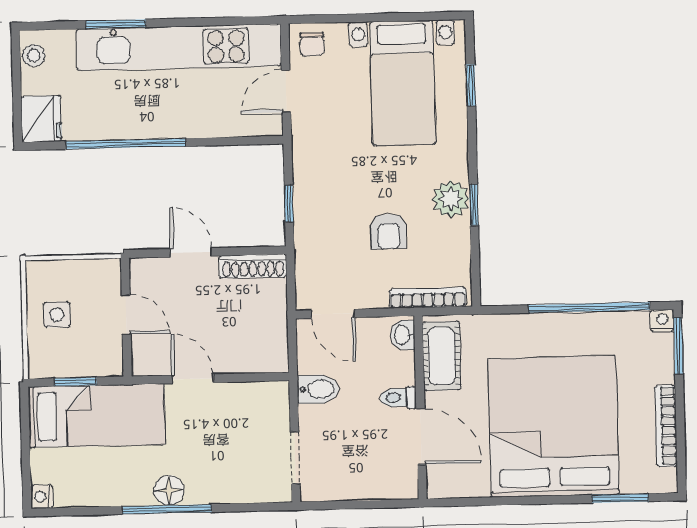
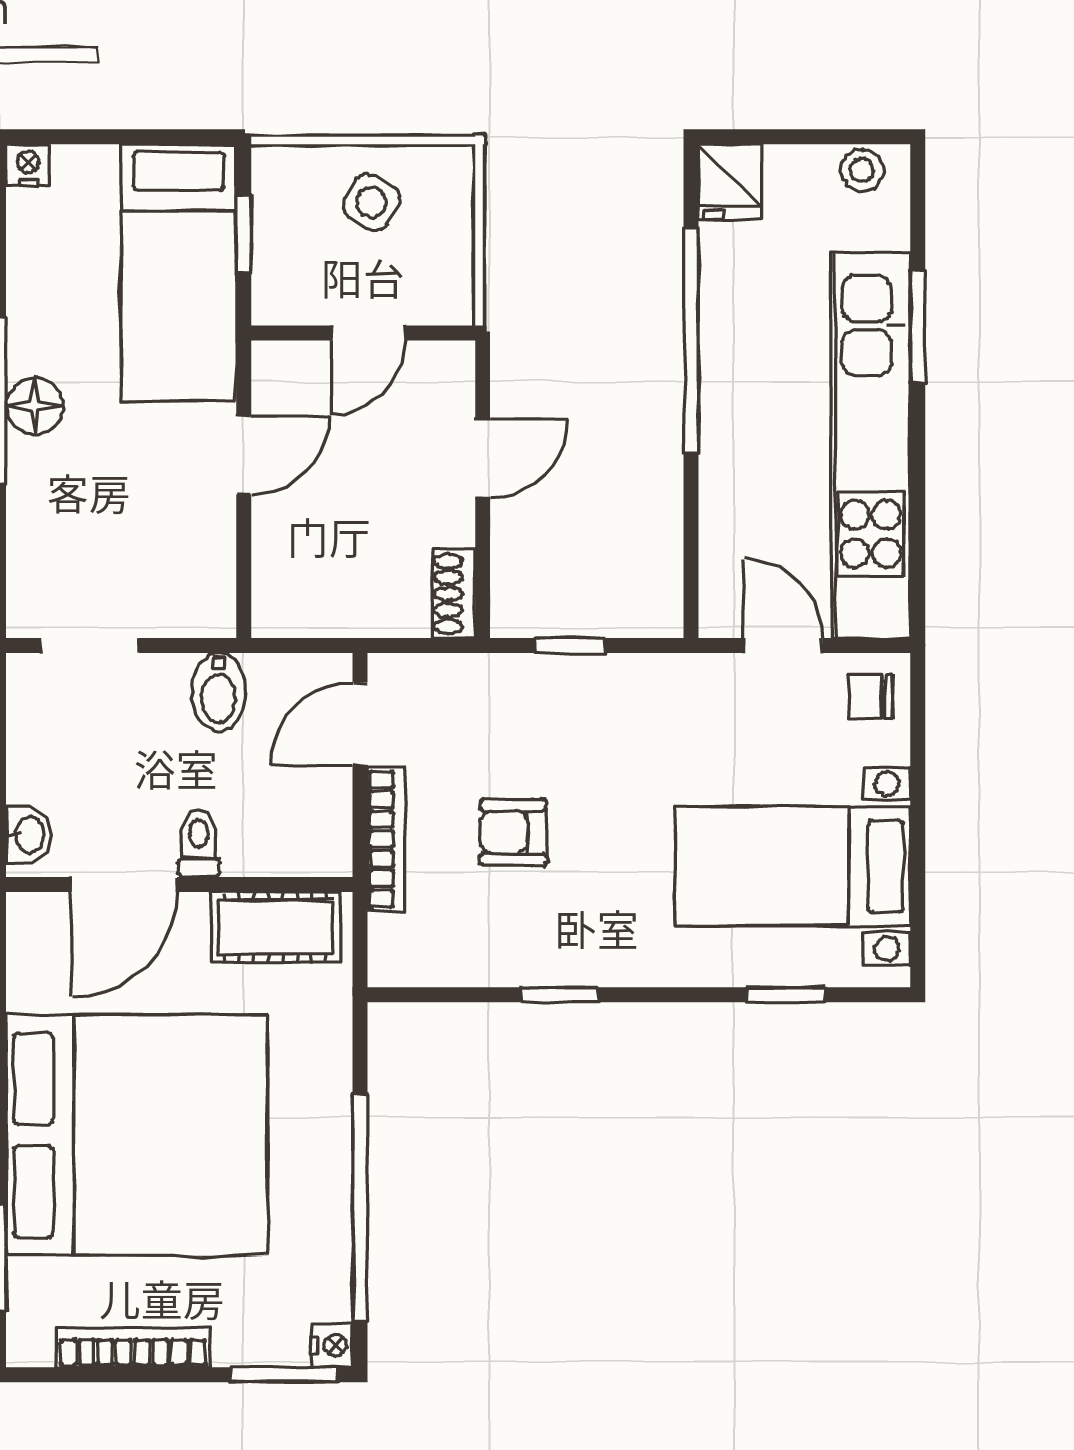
fridge: (41, 119) -> (730, 182), width x0.72
plant: (451, 199) -> (572, 951), removed
shoe rack: (253, 266) -> (454, 594), width x0.70
bookcase: (428, 298) -> (386, 839), moved
side table: (57, 315) -> (371, 202), turned 32
washbasin: (403, 335) -> (29, 835), moved, turned 90

